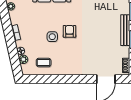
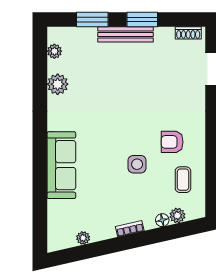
armchair: (70, 31) -> (172, 142), moved

